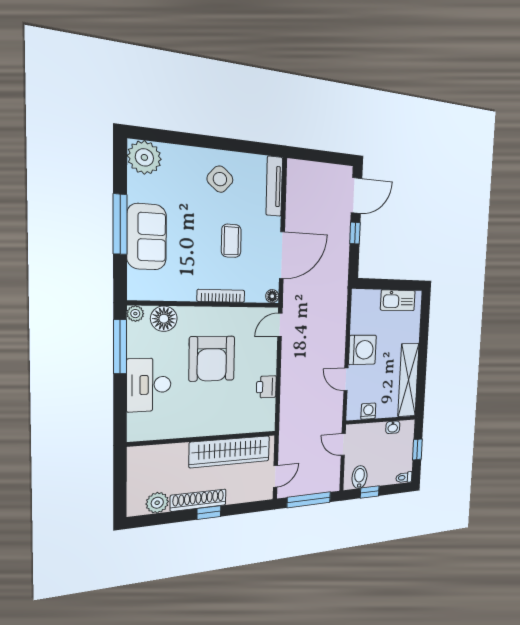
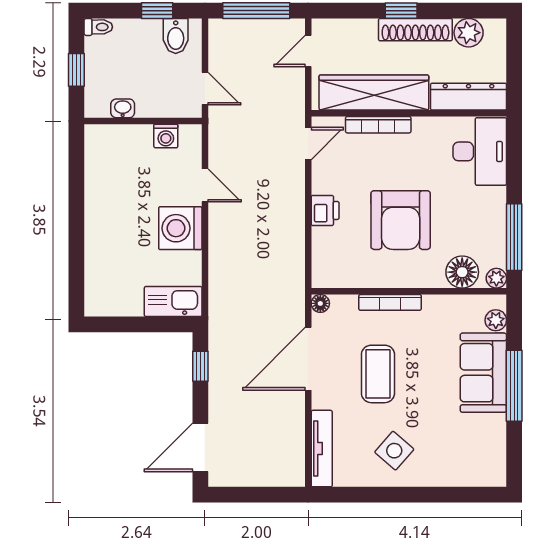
plant: (144, 157) -> (496, 320), moved, width x0.53, depth x0.53
window: (355, 233) -> (200, 366), moved
coffee table: (231, 241) -> (378, 374), width x1.36, depth x1.30
kitchen sink: (398, 300) -> (173, 301), moved
door: (280, 325) -> (308, 144), moved
armchair: (212, 359) -> (401, 220), turned 180
shelving: (408, 380) -> (99, 180), removed
desk: (149, 385) -> (480, 151), moved
printer: (266, 387) -> (325, 210), moved
bookcase: (227, 429) -> (378, 125), added
dresser: (158, 455) -> (469, 97), added

